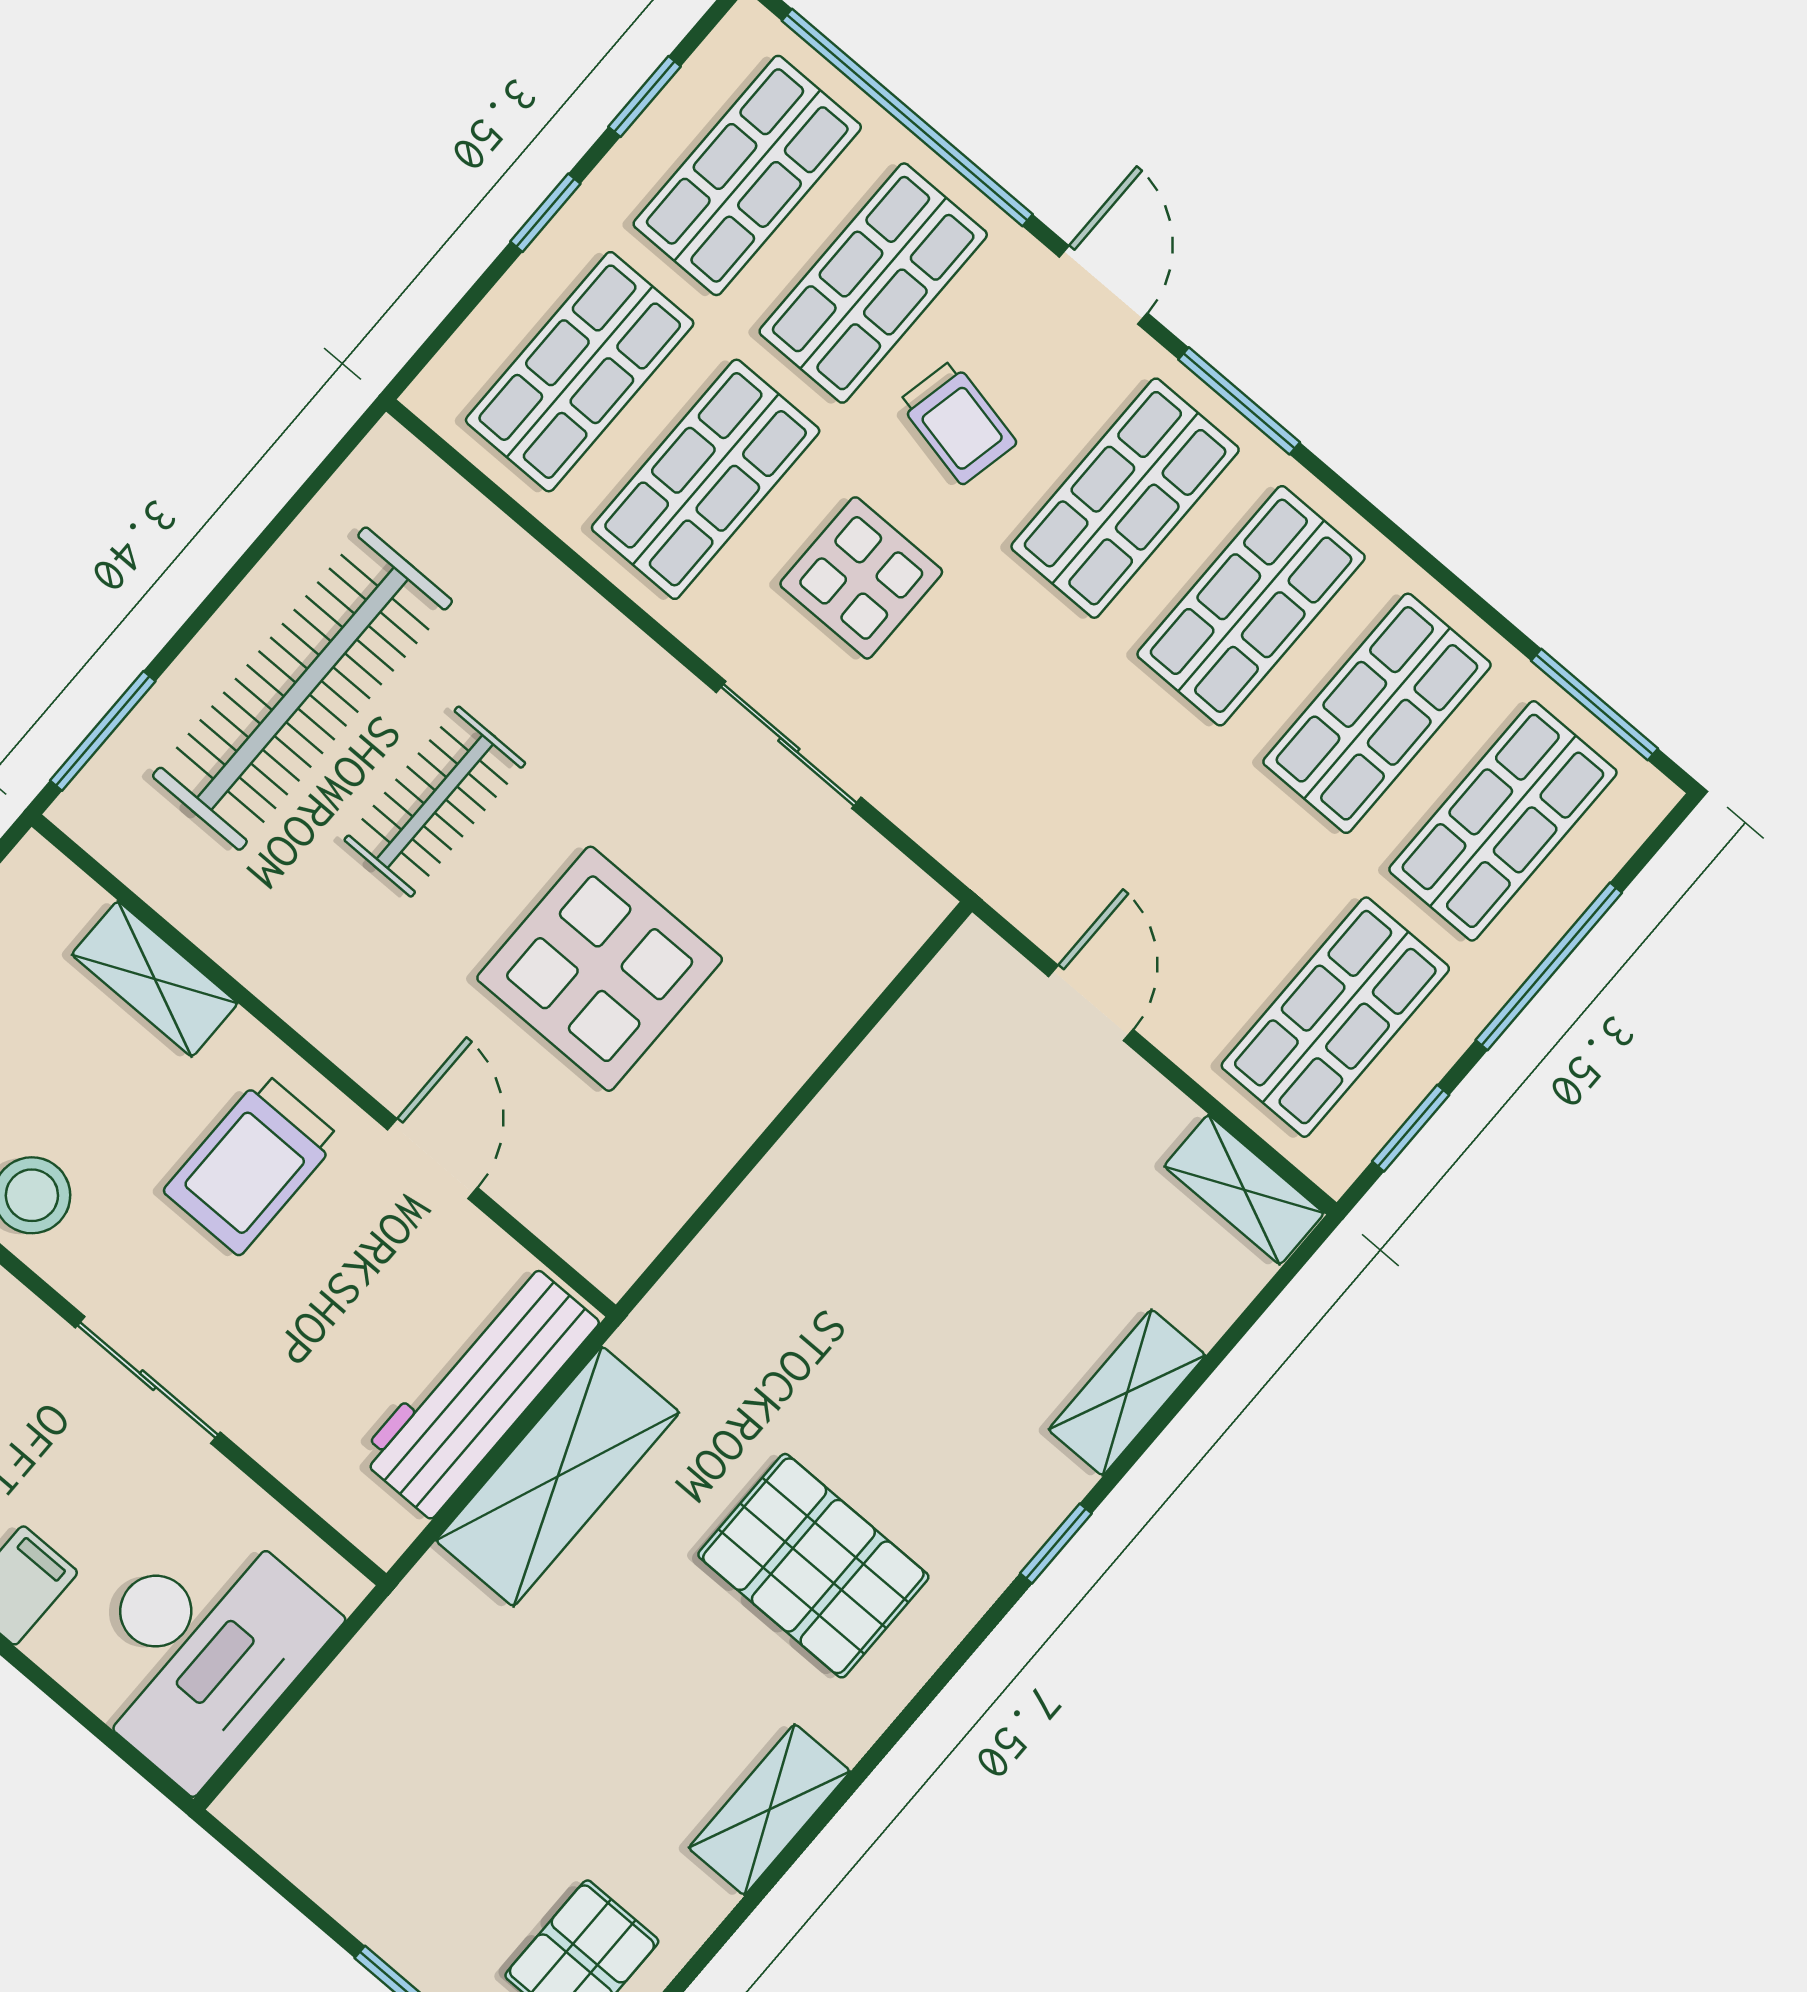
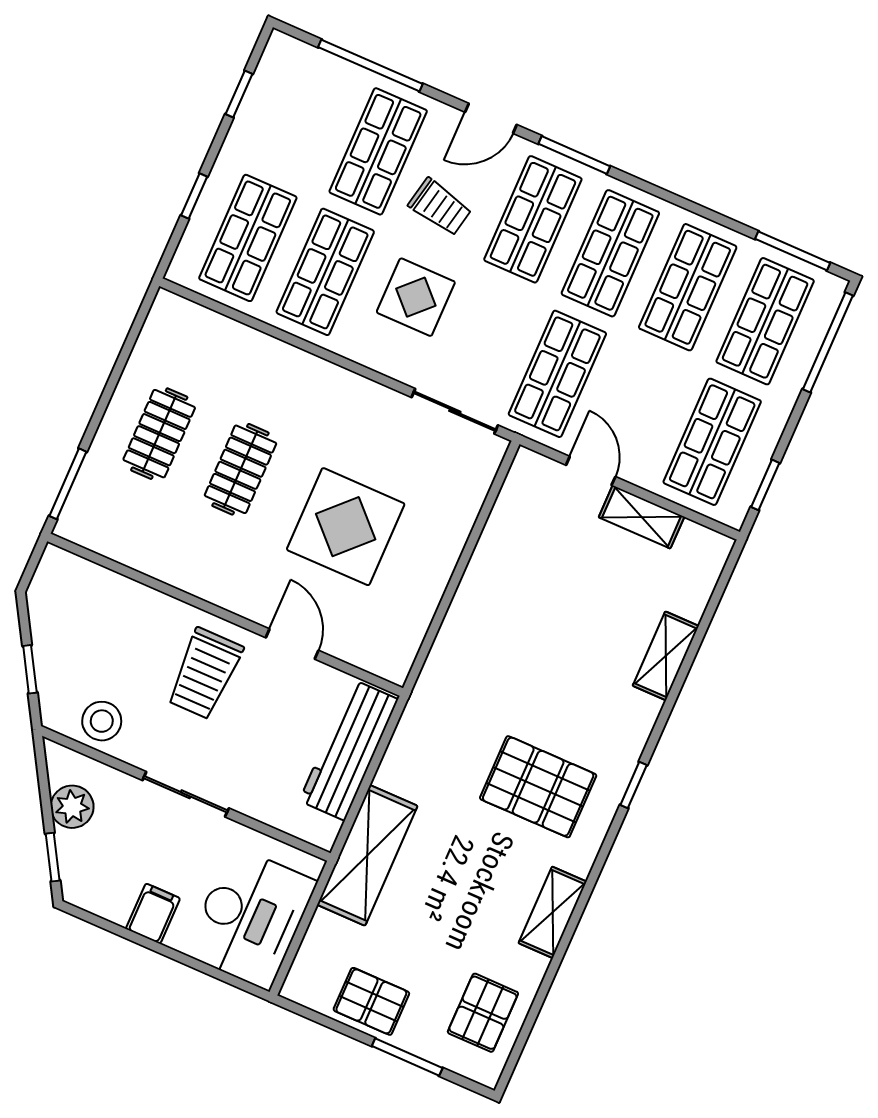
window: (907, 118) -> (370, 65), width x0.68
shop shelf: (747, 175) -> (557, 374), moved
window: (545, 213) -> (194, 196), moved
door: (1103, 285) -> (491, 118), swing flipped
clothes rail: (303, 689) -> (159, 434), width x0.54, depth x0.76
sliding door: (789, 745) -> (455, 411), moved
window: (1549, 966) -> (828, 342), moved
shelving: (155, 979) -> (130, 597), removed
shelving: (1244, 1190) -> (642, 517), moved
shelving: (558, 1477) -> (367, 855), moved
window: (1056, 1543) -> (634, 785), moved
pallet: (379, 1874) -> (371, 1001), added

